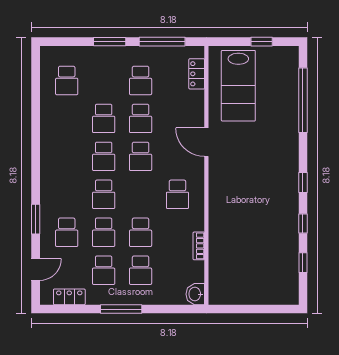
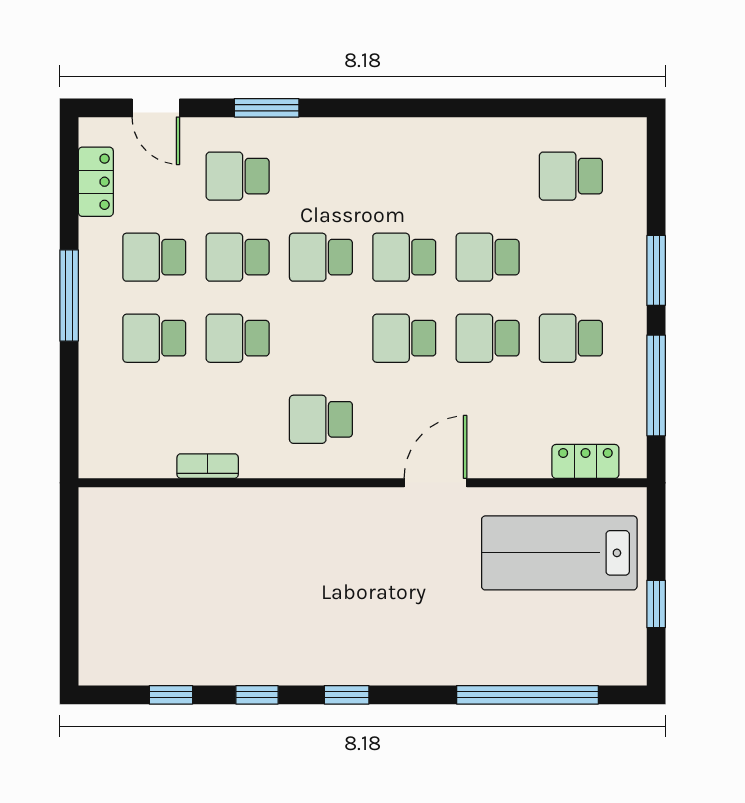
washbasin: (195, 294) -> (102, 458), removed

